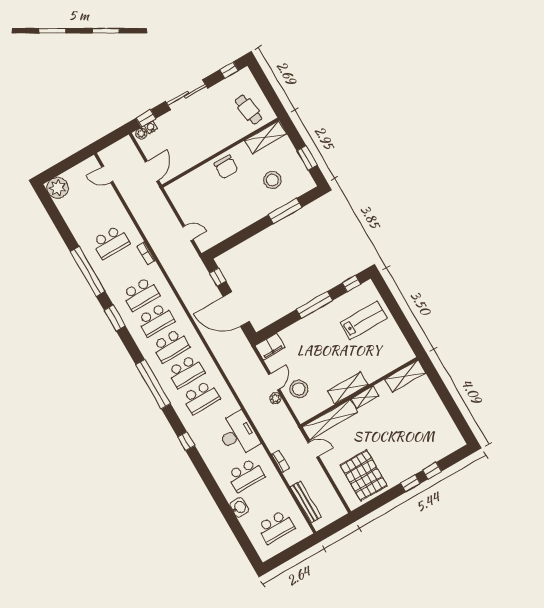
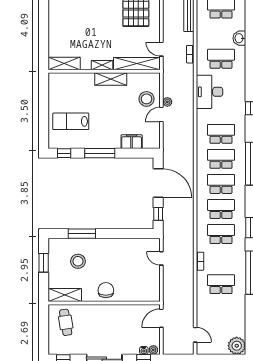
filing cabinet: (270, 347) -> (132, 142), moved

